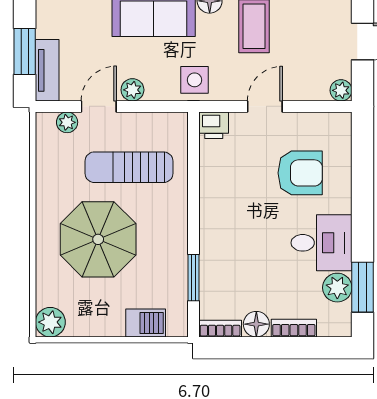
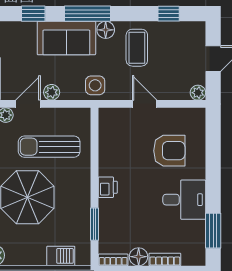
door: (265, 106) -> (145, 104), hinge flipped
printer: (214, 125) -> (108, 187), moved, turned -90
plant: (337, 288) -> (195, 231), removed

